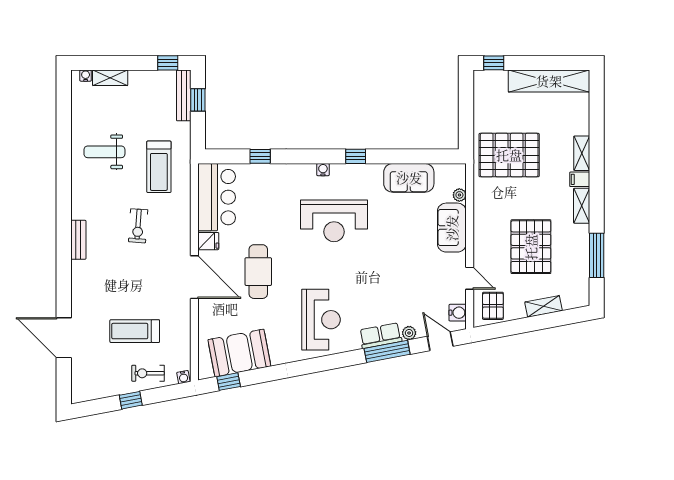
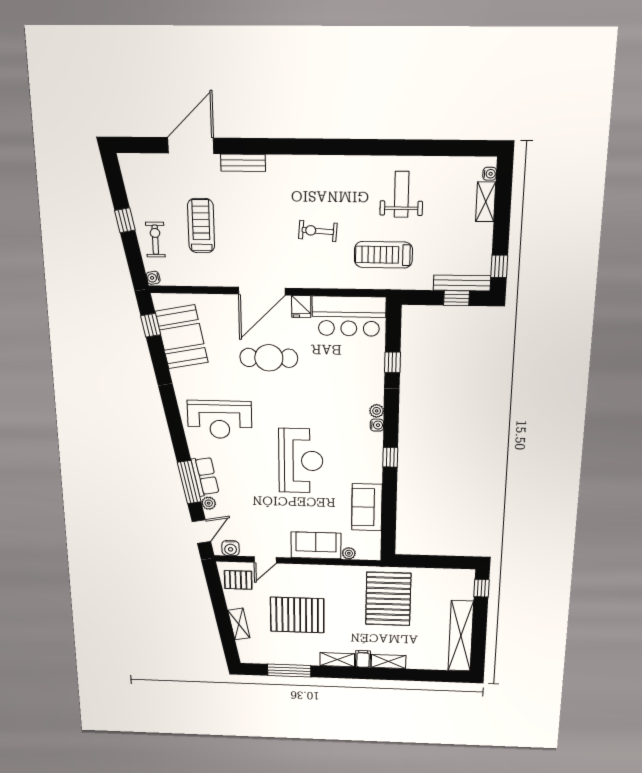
plant: (309, 170) -> (377, 411), added
reception desk: (334, 221) -> (301, 461), moved, turned 180
bench: (78, 240) -> (243, 163), moved

